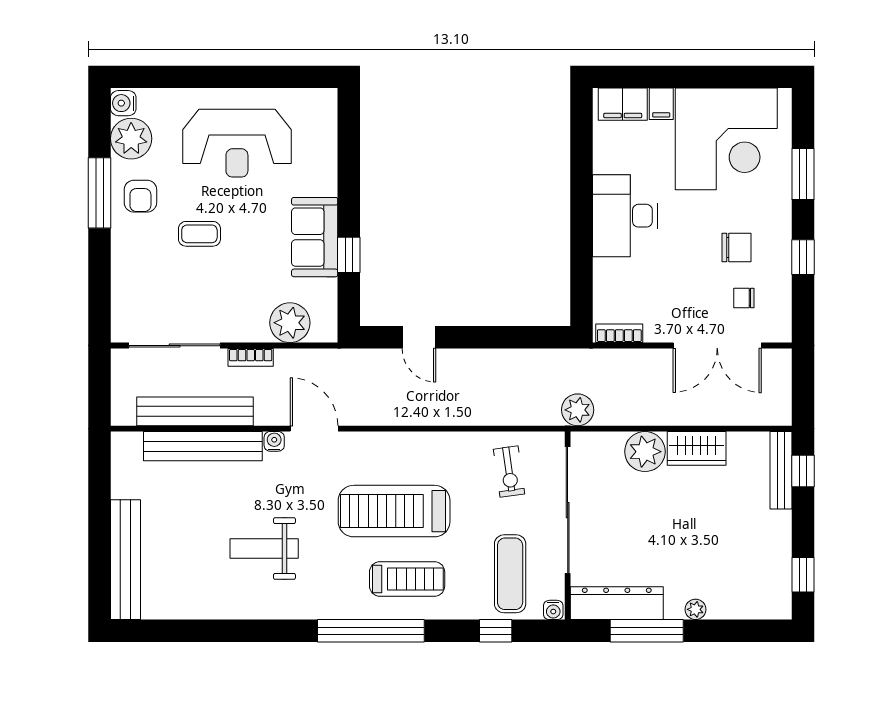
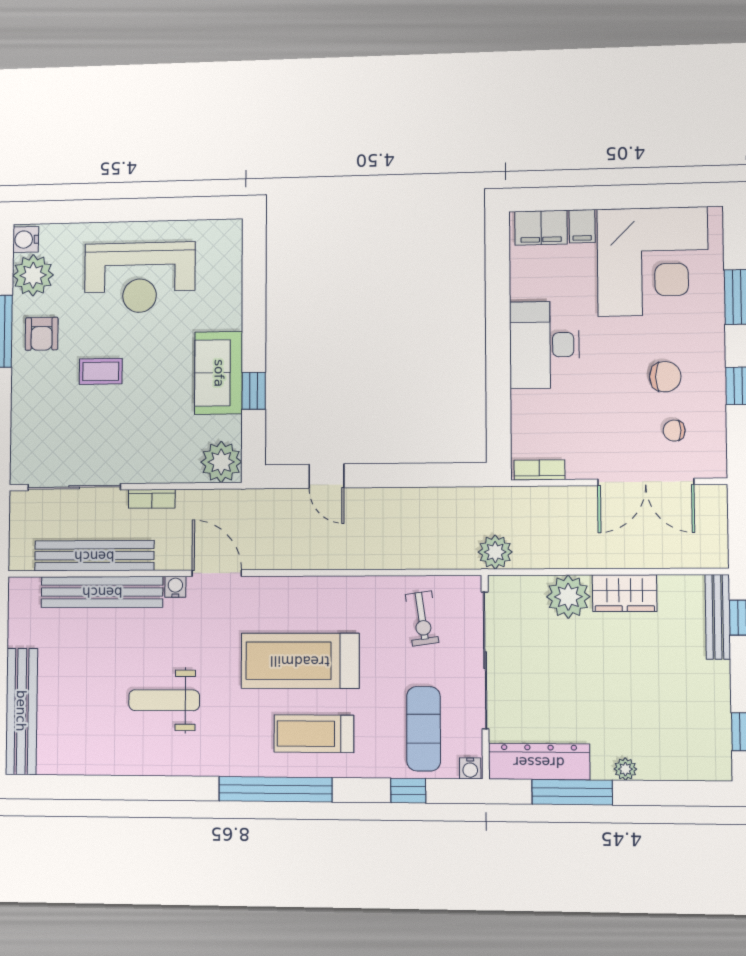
plant: (290, 323) -> (221, 462), moved
treadmill: (407, 579) -> (314, 734), turned 180

